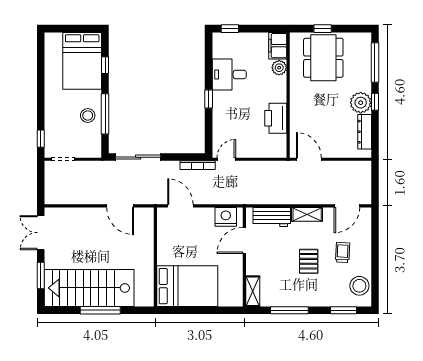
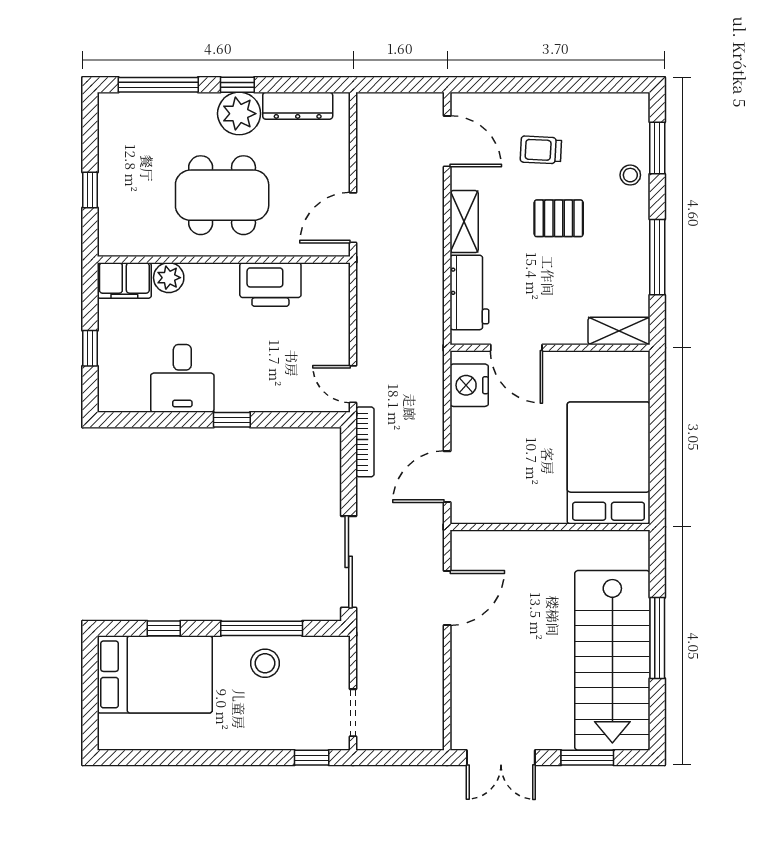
window: (230, 29) -> (90, 348), moved
dining table: (323, 58) -> (222, 195), moved
stool: (359, 286) -> (630, 175), moved, width x0.53, depth x0.53

